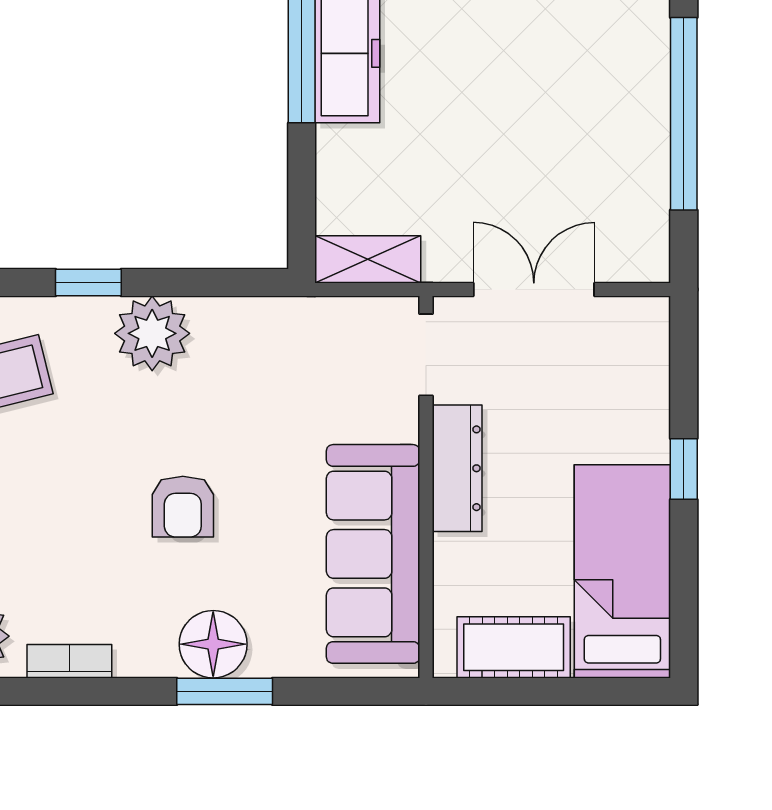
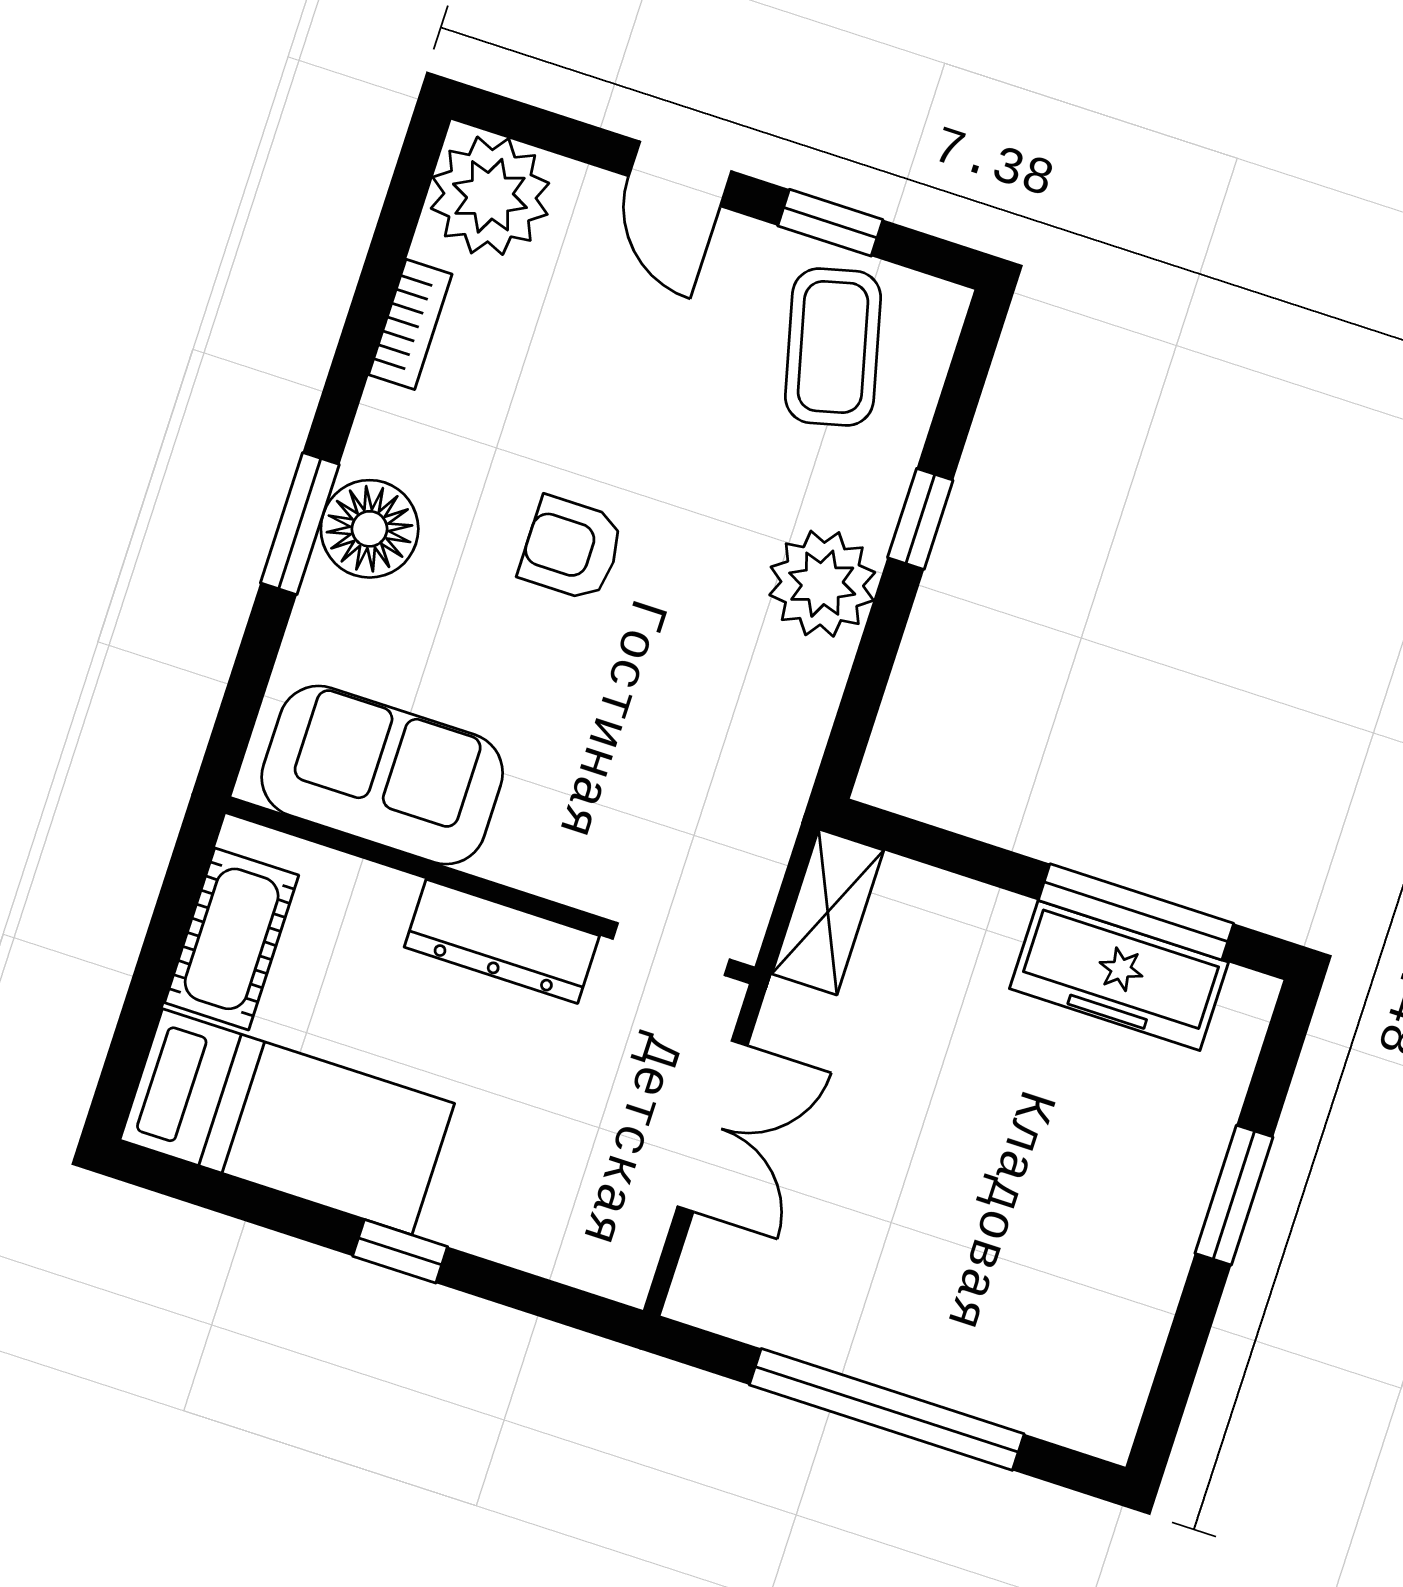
sofa: (373, 554) -> (382, 775), width x0.73

